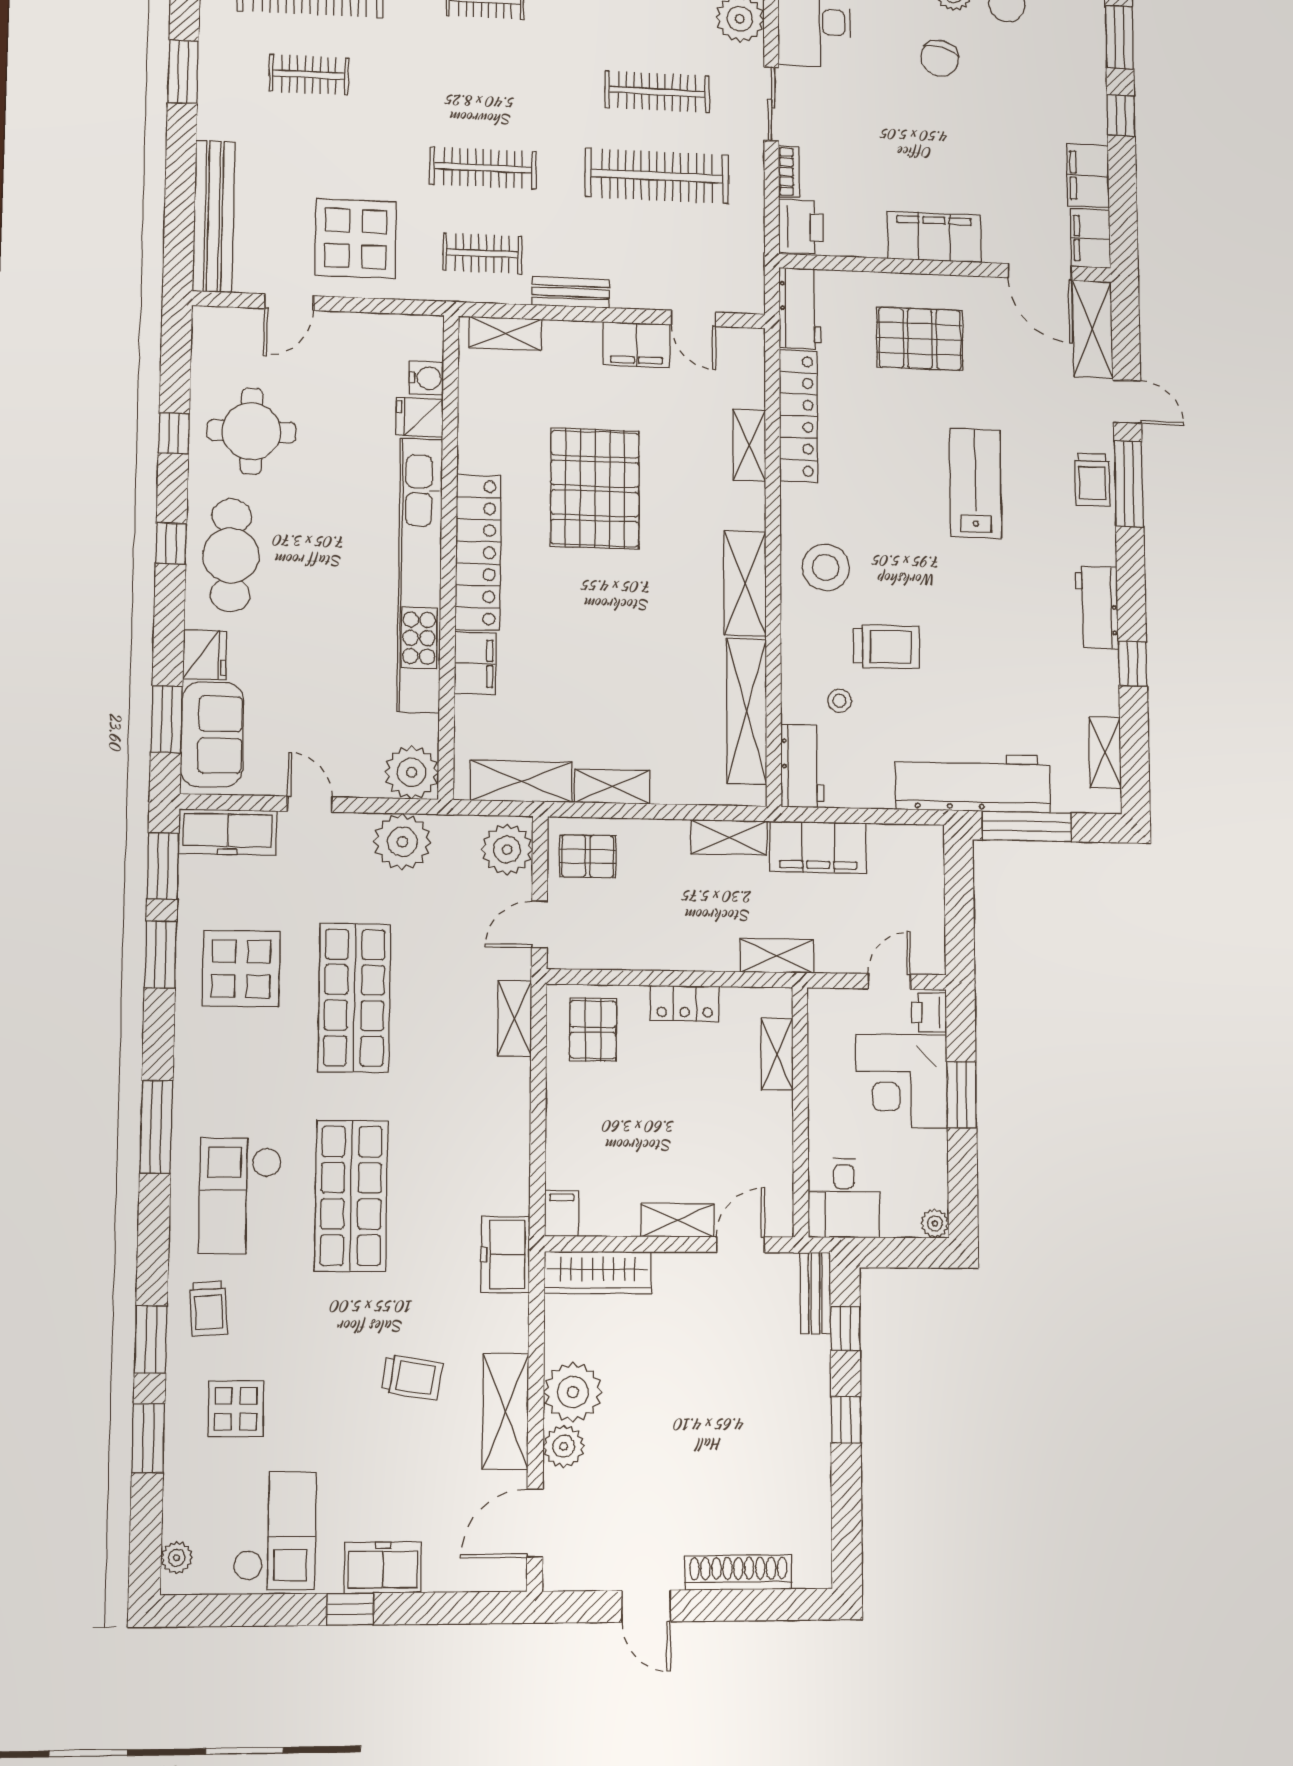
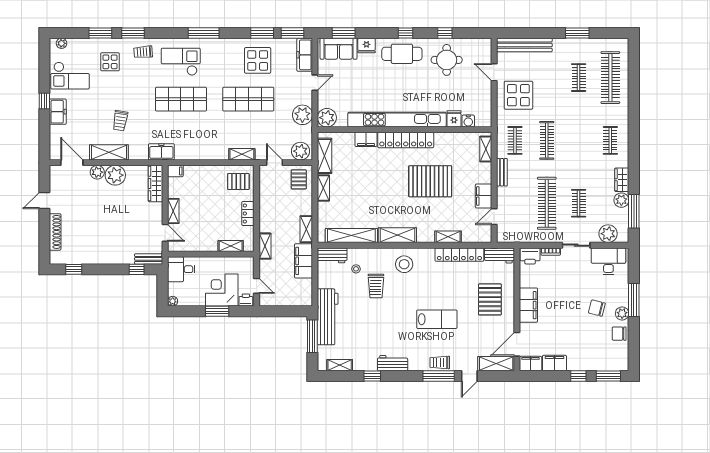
clothes rail: (657, 92) -> (579, 203), width x0.73
window: (846, 1420) -> (74, 269), moved

